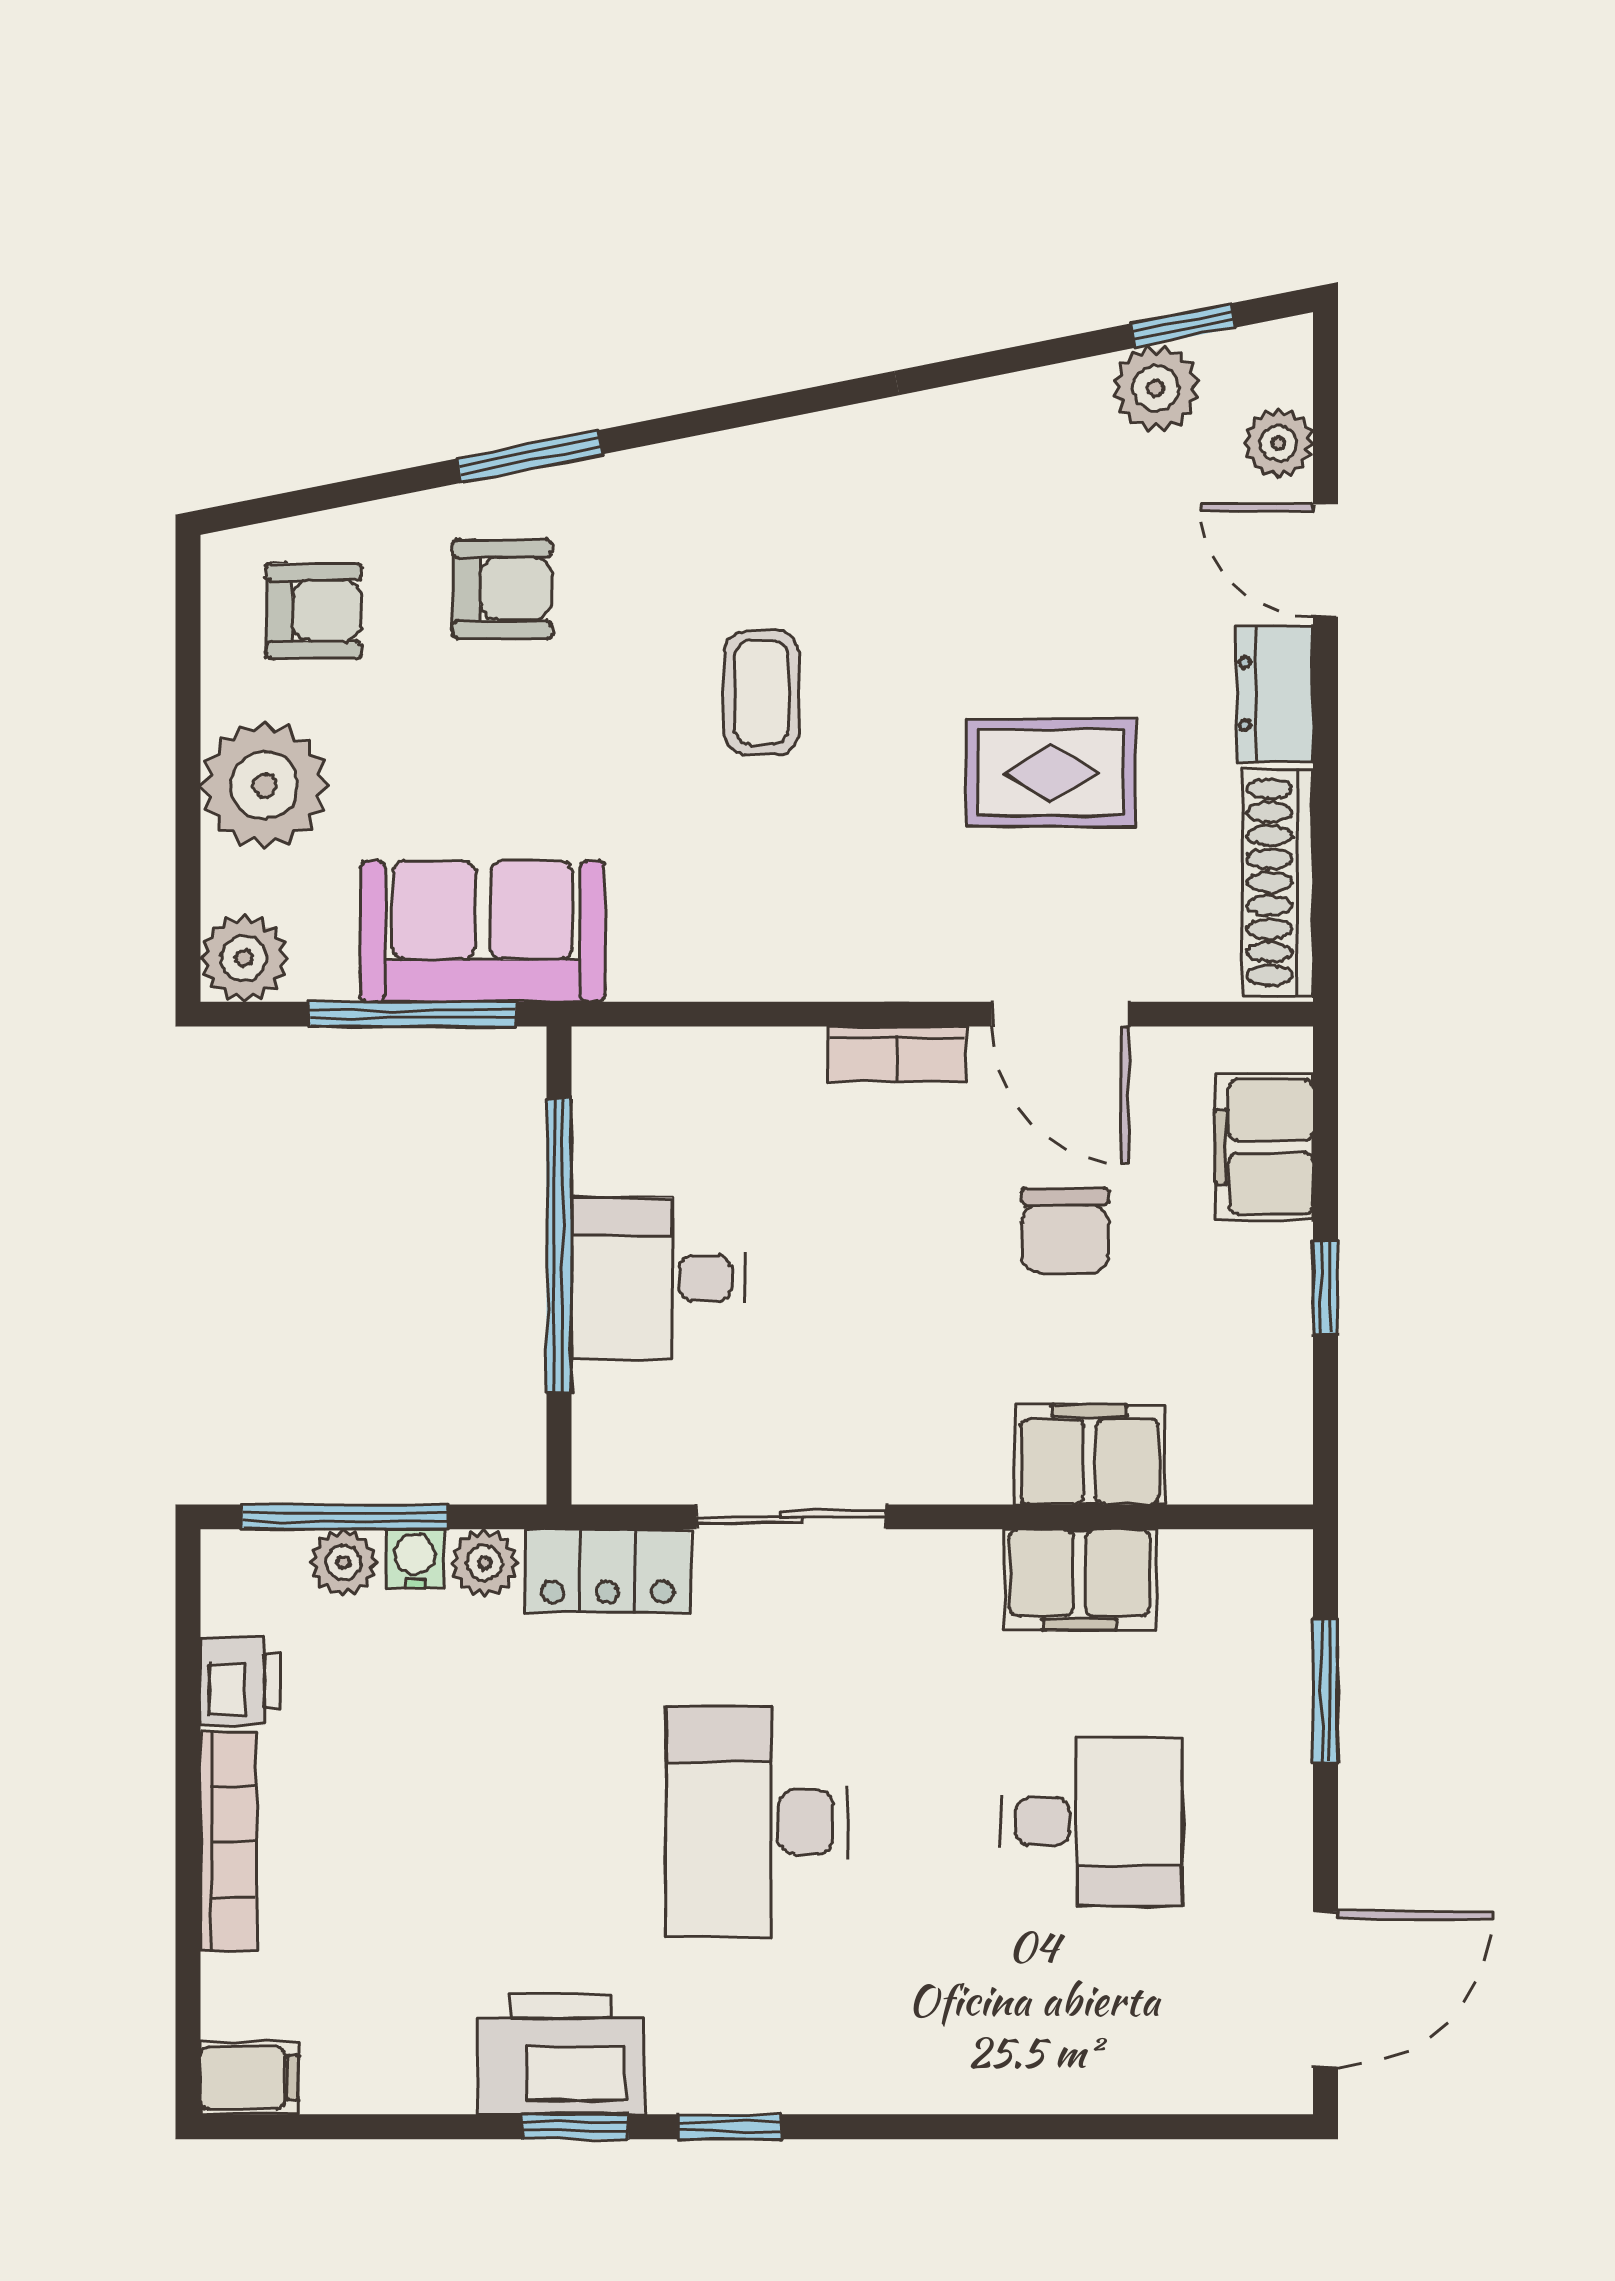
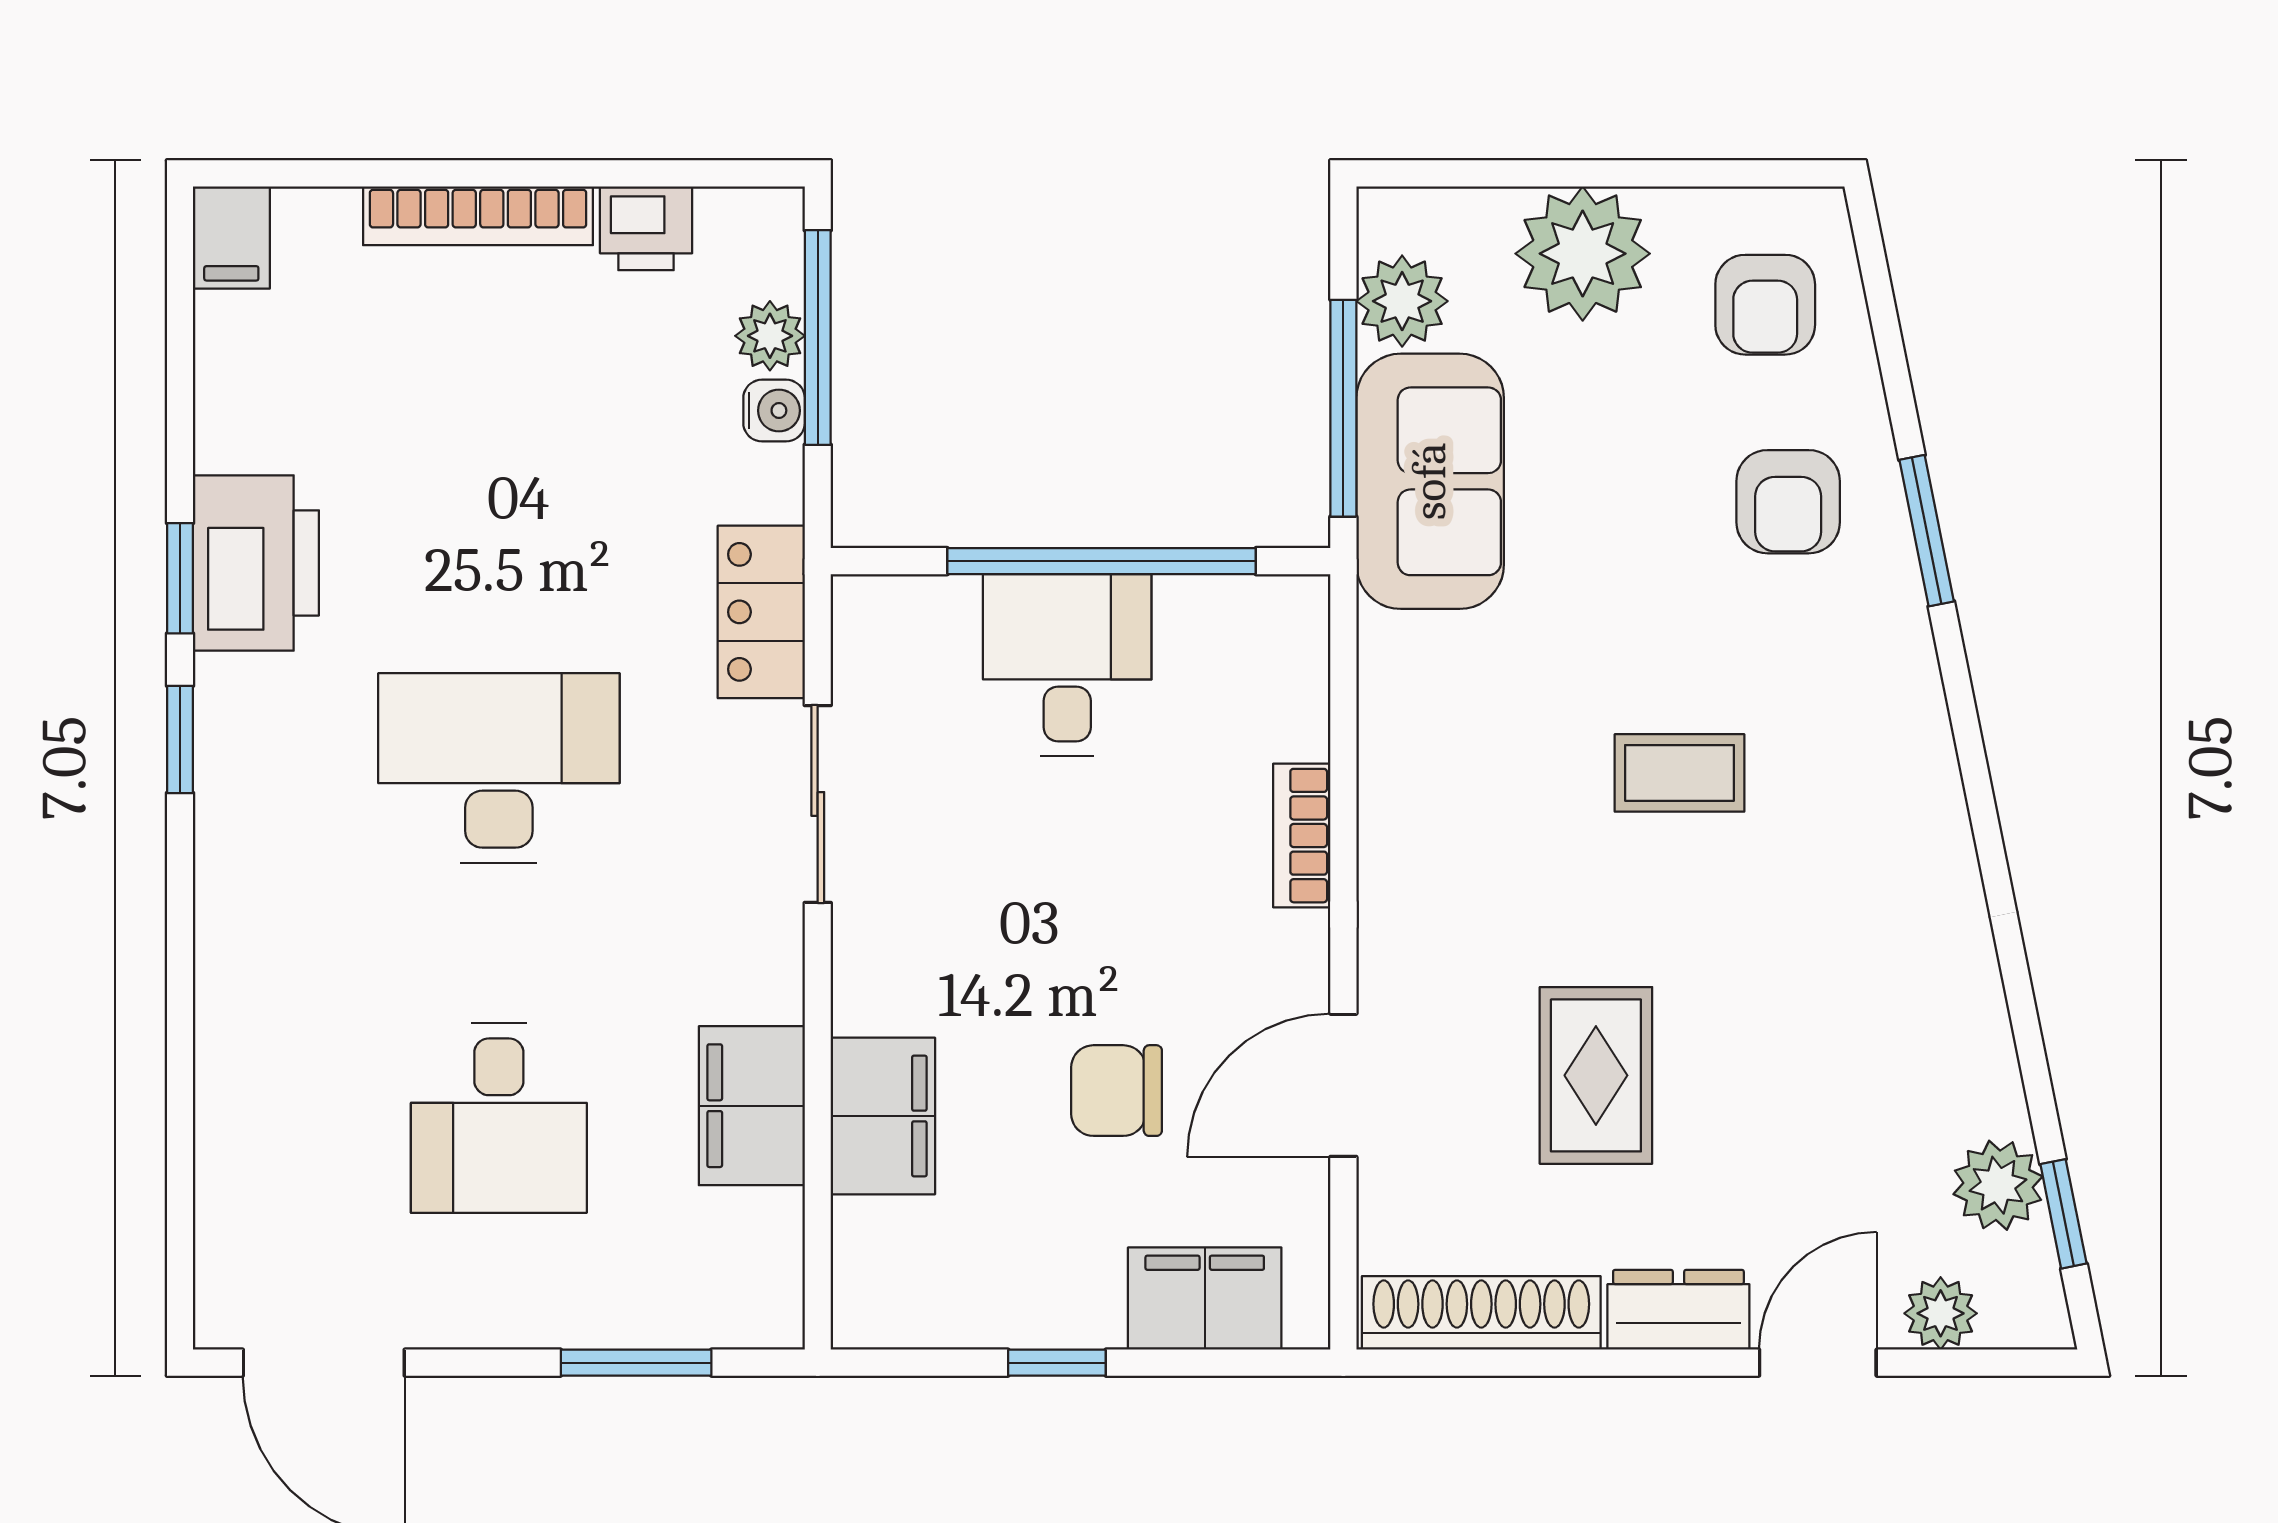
plant: (244, 958) -> (1402, 301), moved
bookcase: (897, 1054) -> (1302, 836), moved
plant: (485, 1563) -> (770, 483), removed

